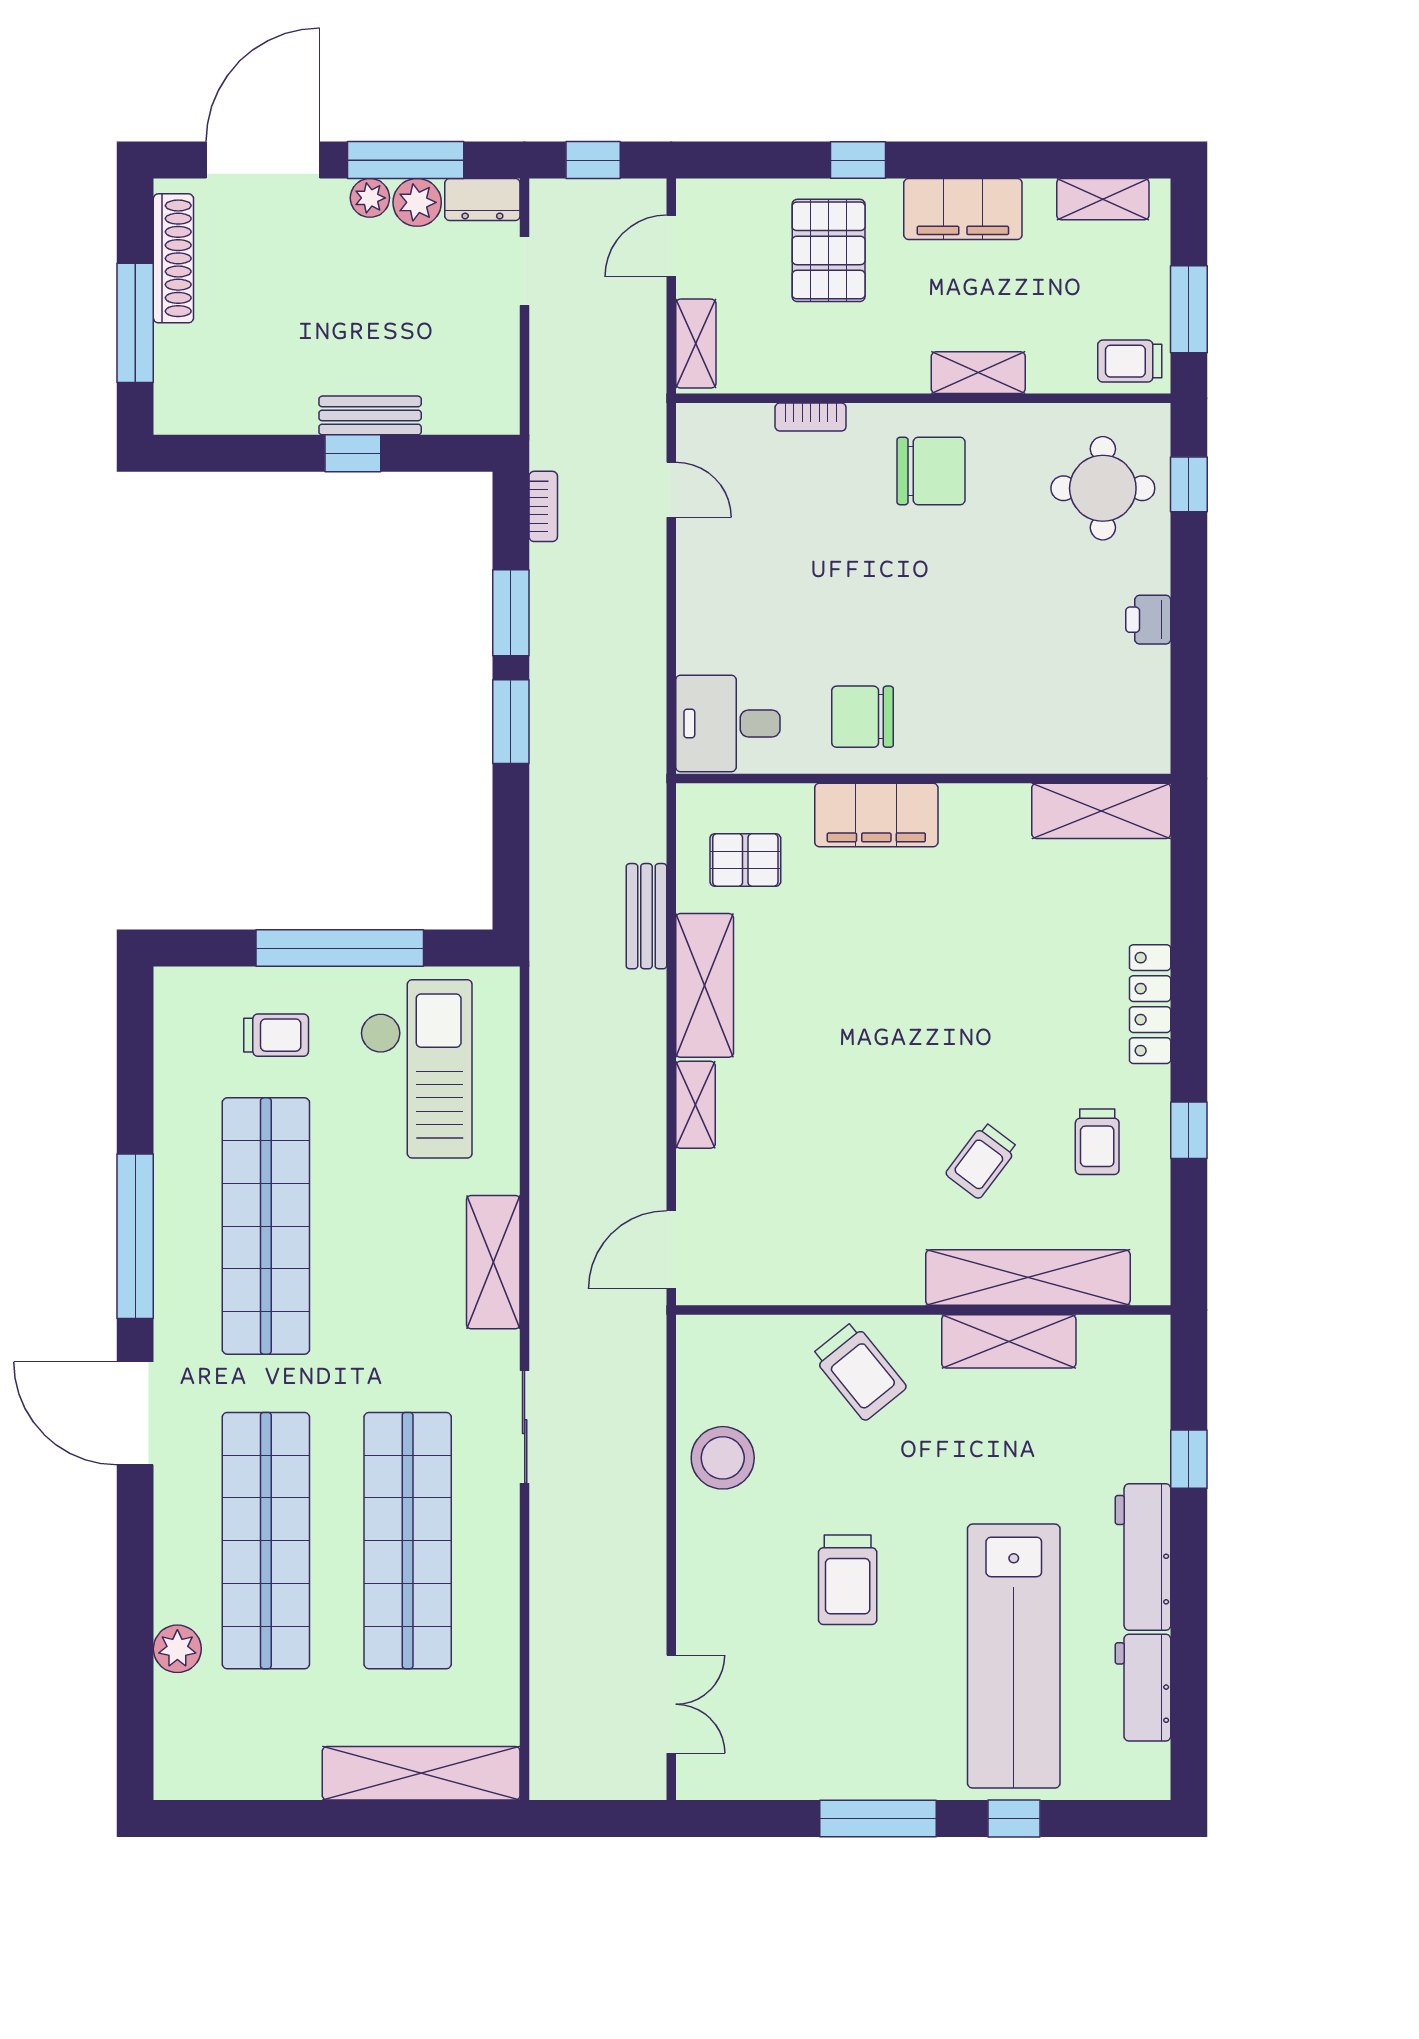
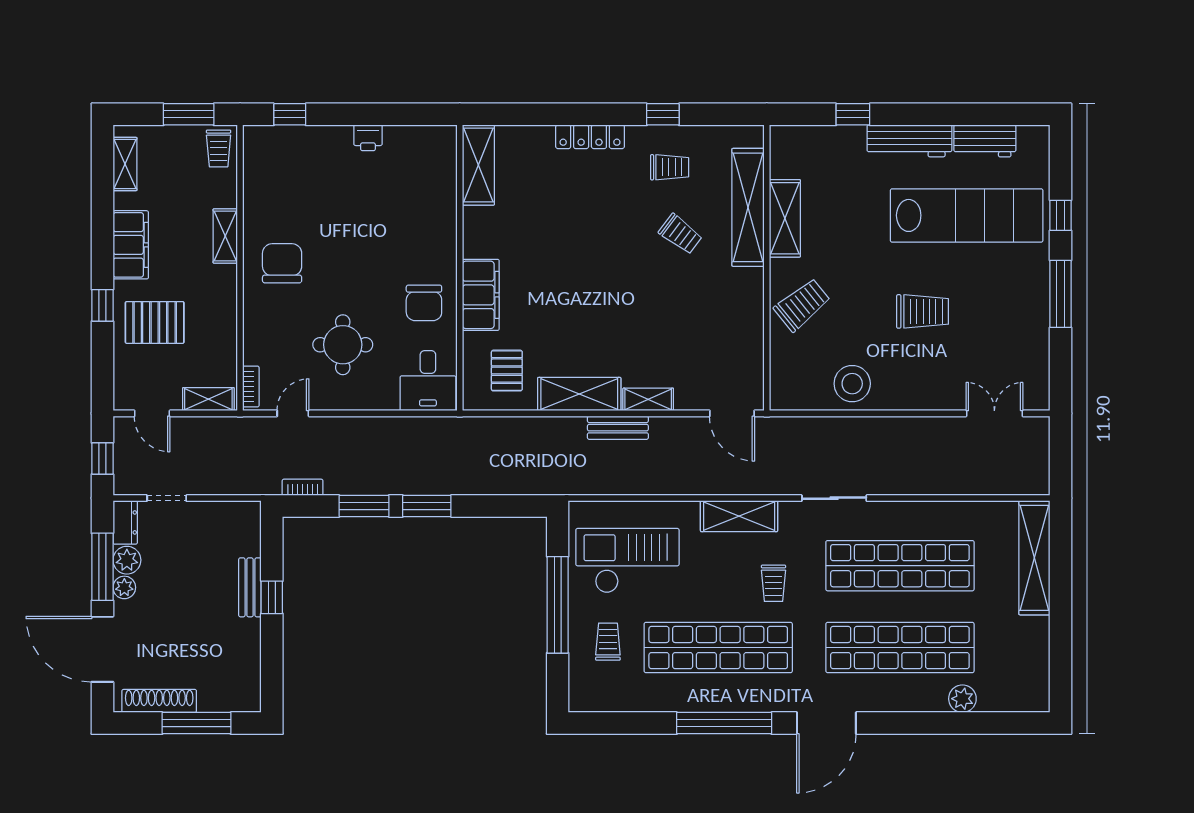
bookcase: (811, 417) -> (251, 387), moved
round table: (1103, 488) -> (343, 345), moved
bench: (646, 916) -> (618, 428), moved
trolley: (377, 1322) -> (773, 583), added

